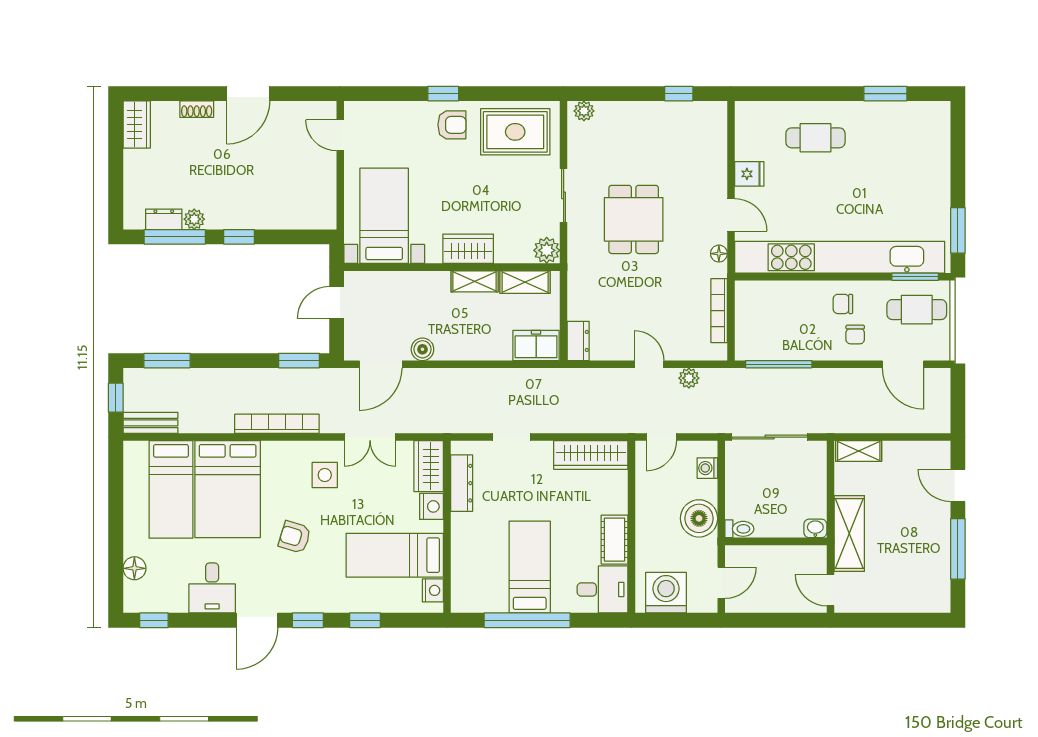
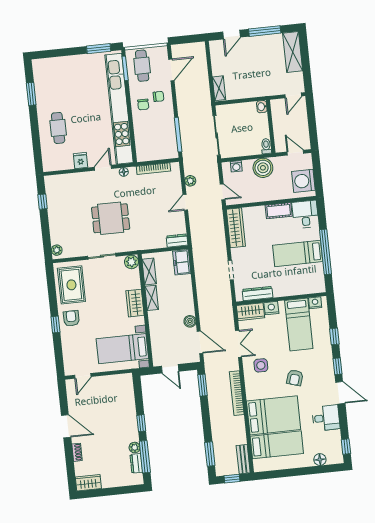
shelving: (849, 533) -> (293, 52), moved, turned 90

